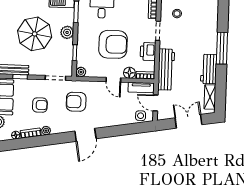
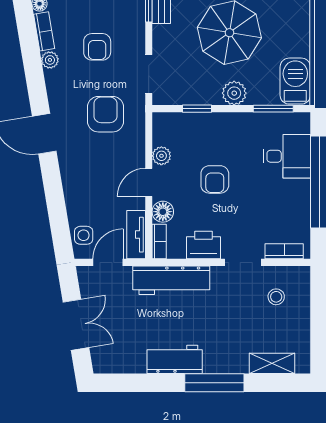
armchair: (113, 44) -> (215, 179), width x0.53, depth x0.53
plant: (81, 72) -> (161, 156), moved
shelving: (210, 97) -> (272, 363), moved

